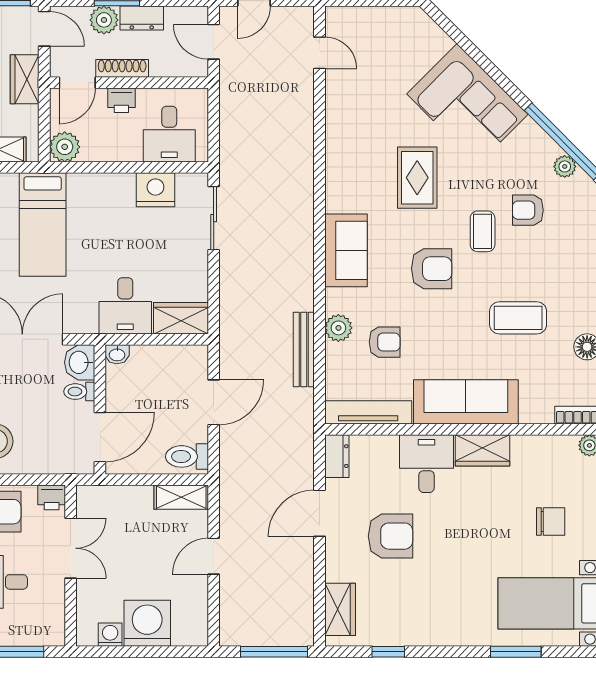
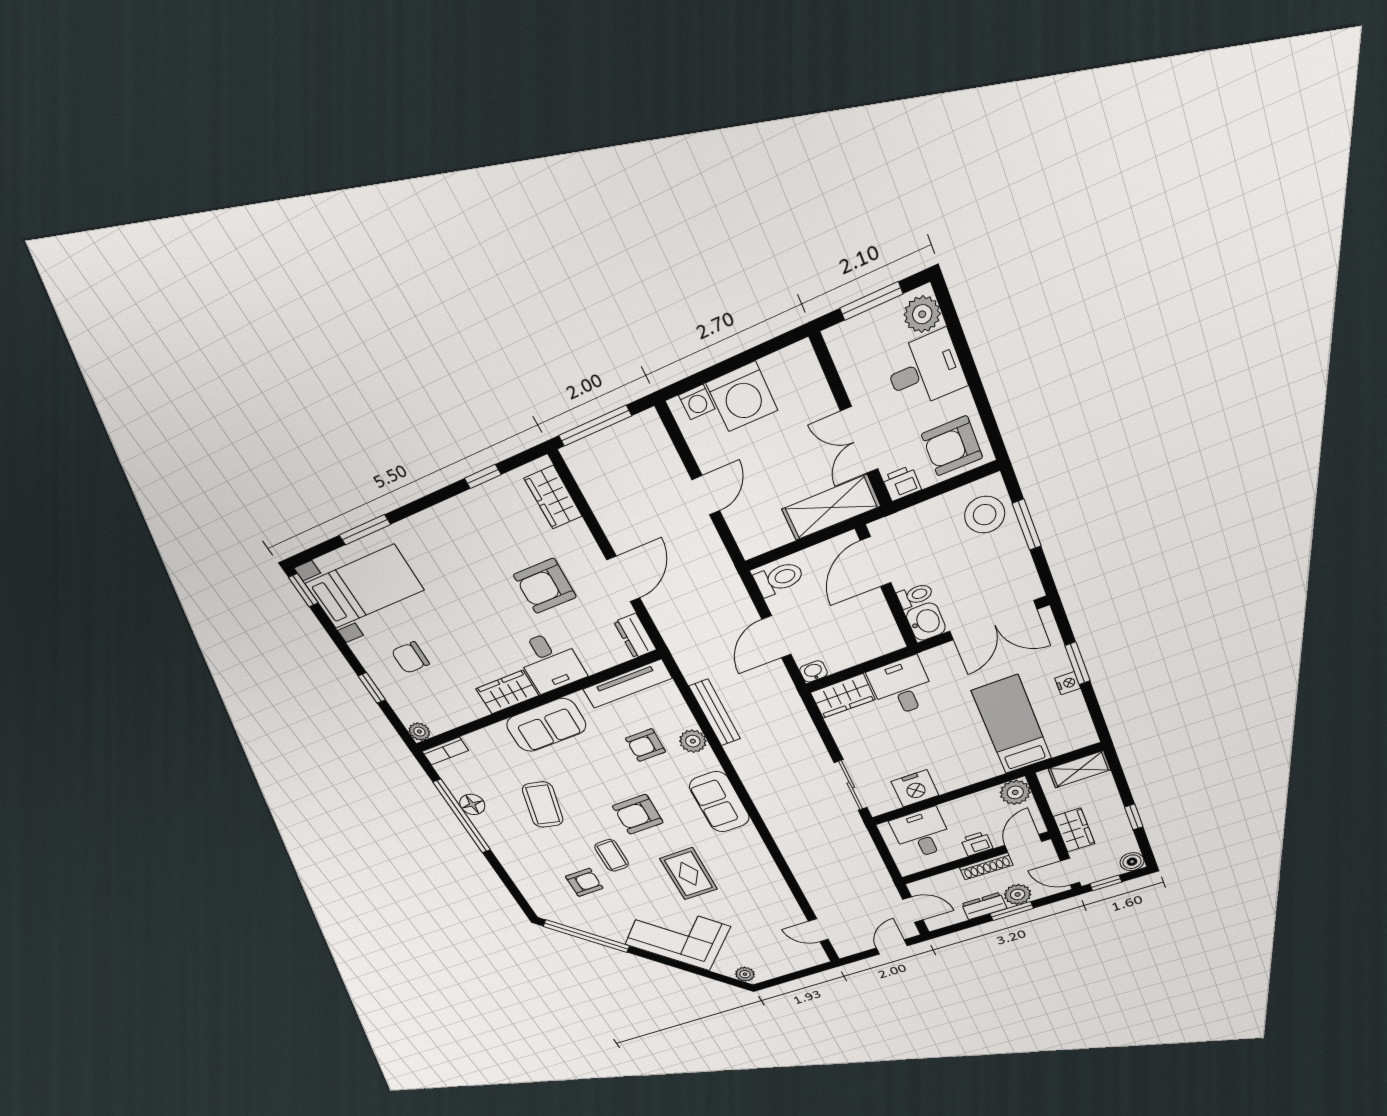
plant: (565, 166) -> (745, 974), moved
coffee table: (518, 318) -> (543, 805), turned -76
washbasin: (117, 354) -> (813, 671), moved
sofa: (466, 402) -> (546, 725), width x0.73
shelving: (181, 497) -> (831, 508), moved, width x1.50, depth x1.33
washing machine: (110, 635) -> (697, 402), moved

